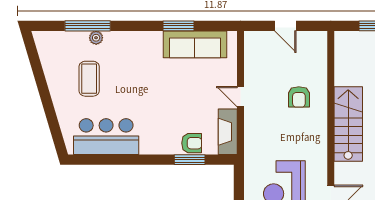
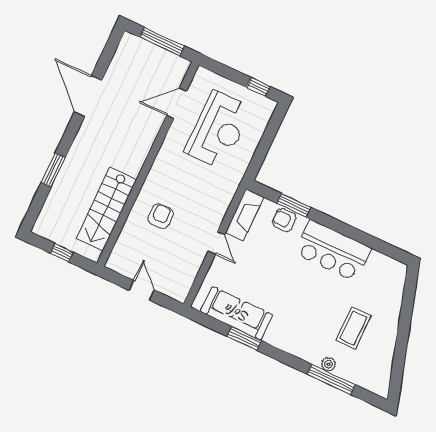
stairs: (348, 124) -> (106, 209), moved
bar counter: (106, 137) -> (333, 251), moved

